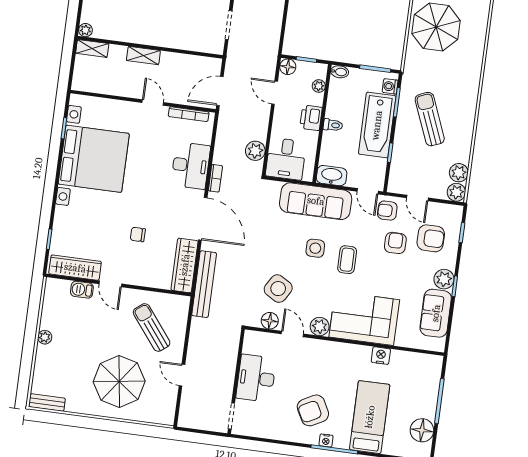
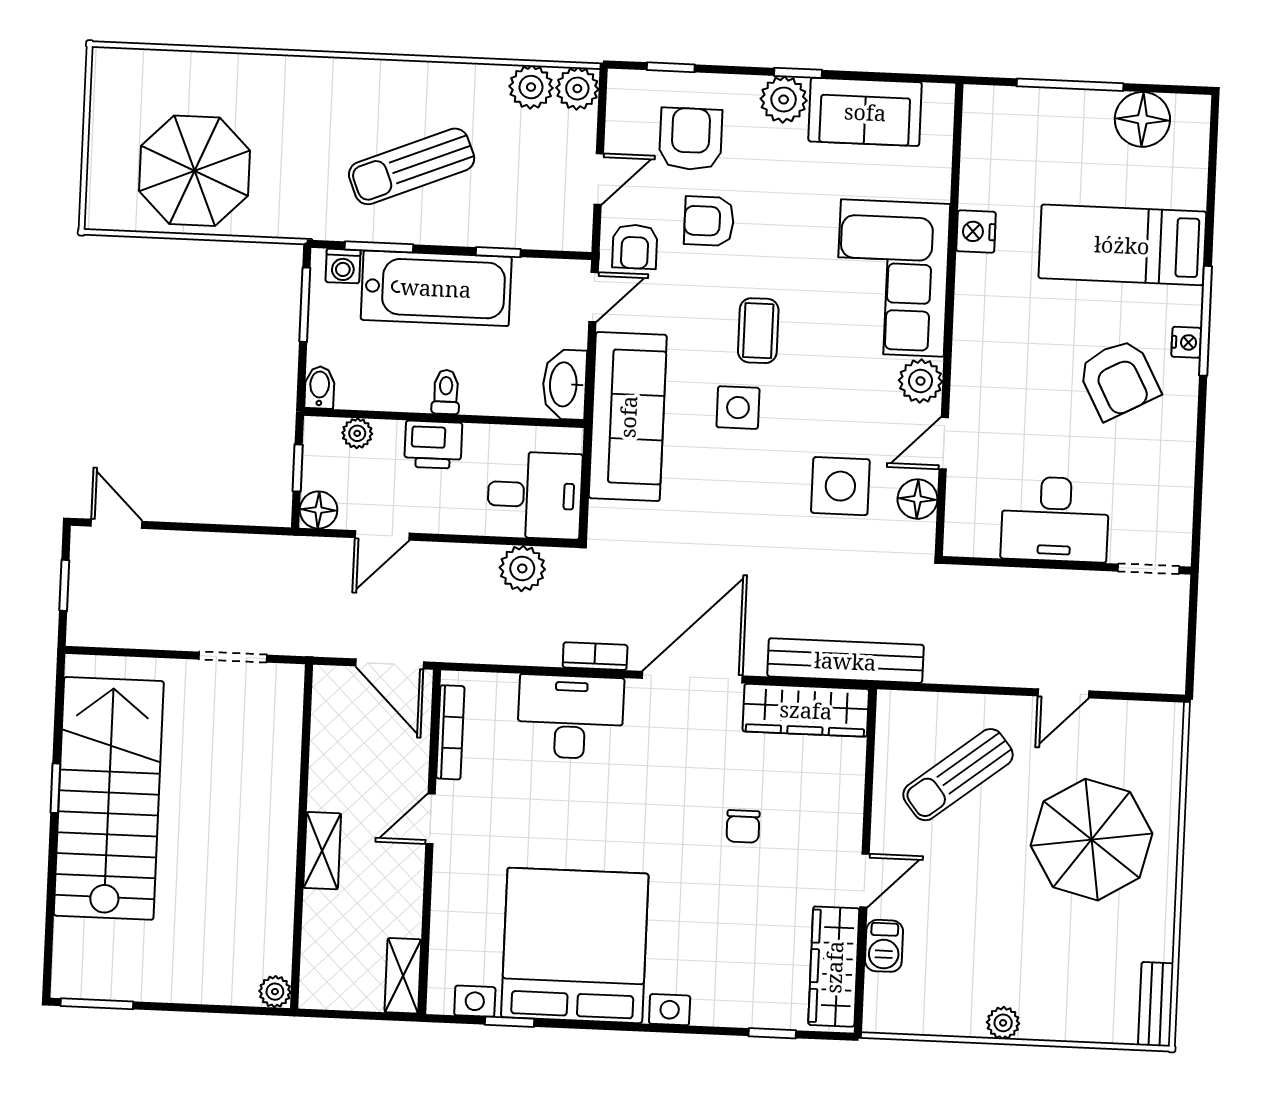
shelving: (92, 48) -> (403, 976), moved
coffee table: (347, 260) -> (758, 331), turned 90
side table: (278, 289) -> (840, 486), turned -31

